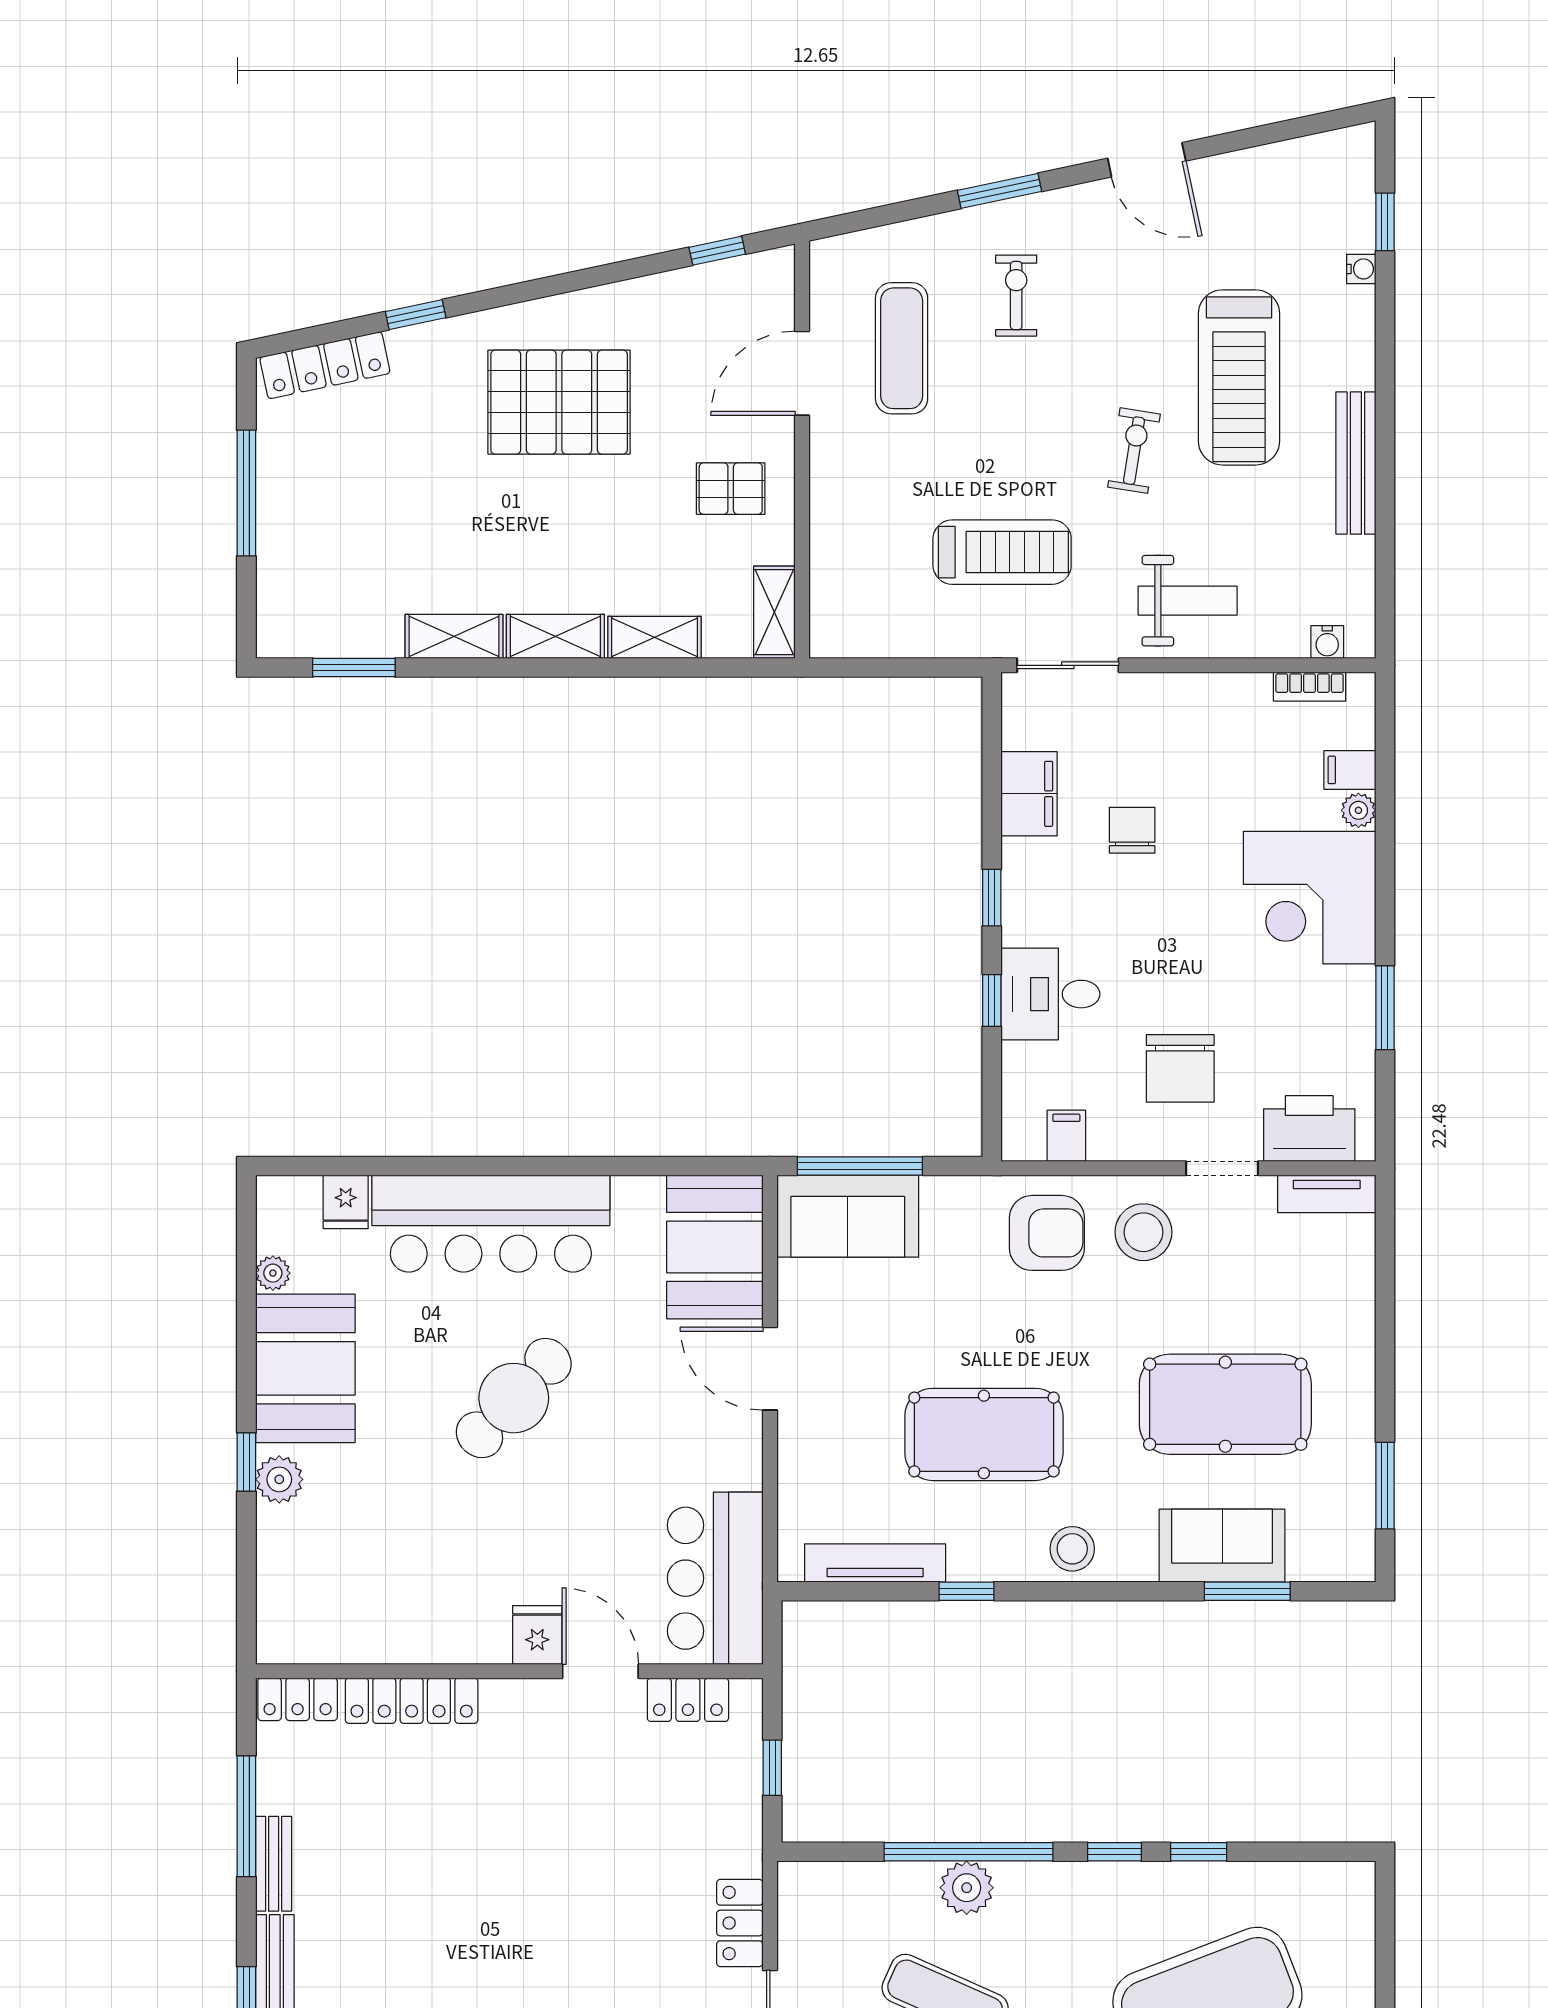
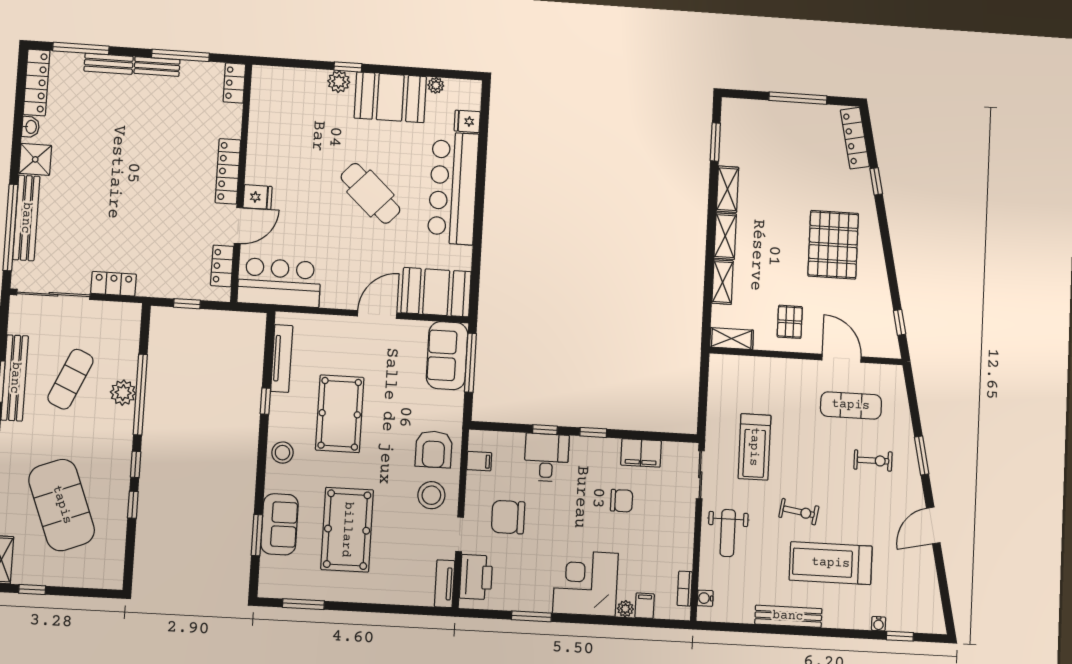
locker: (412, 1701) -> (228, 171), moved

